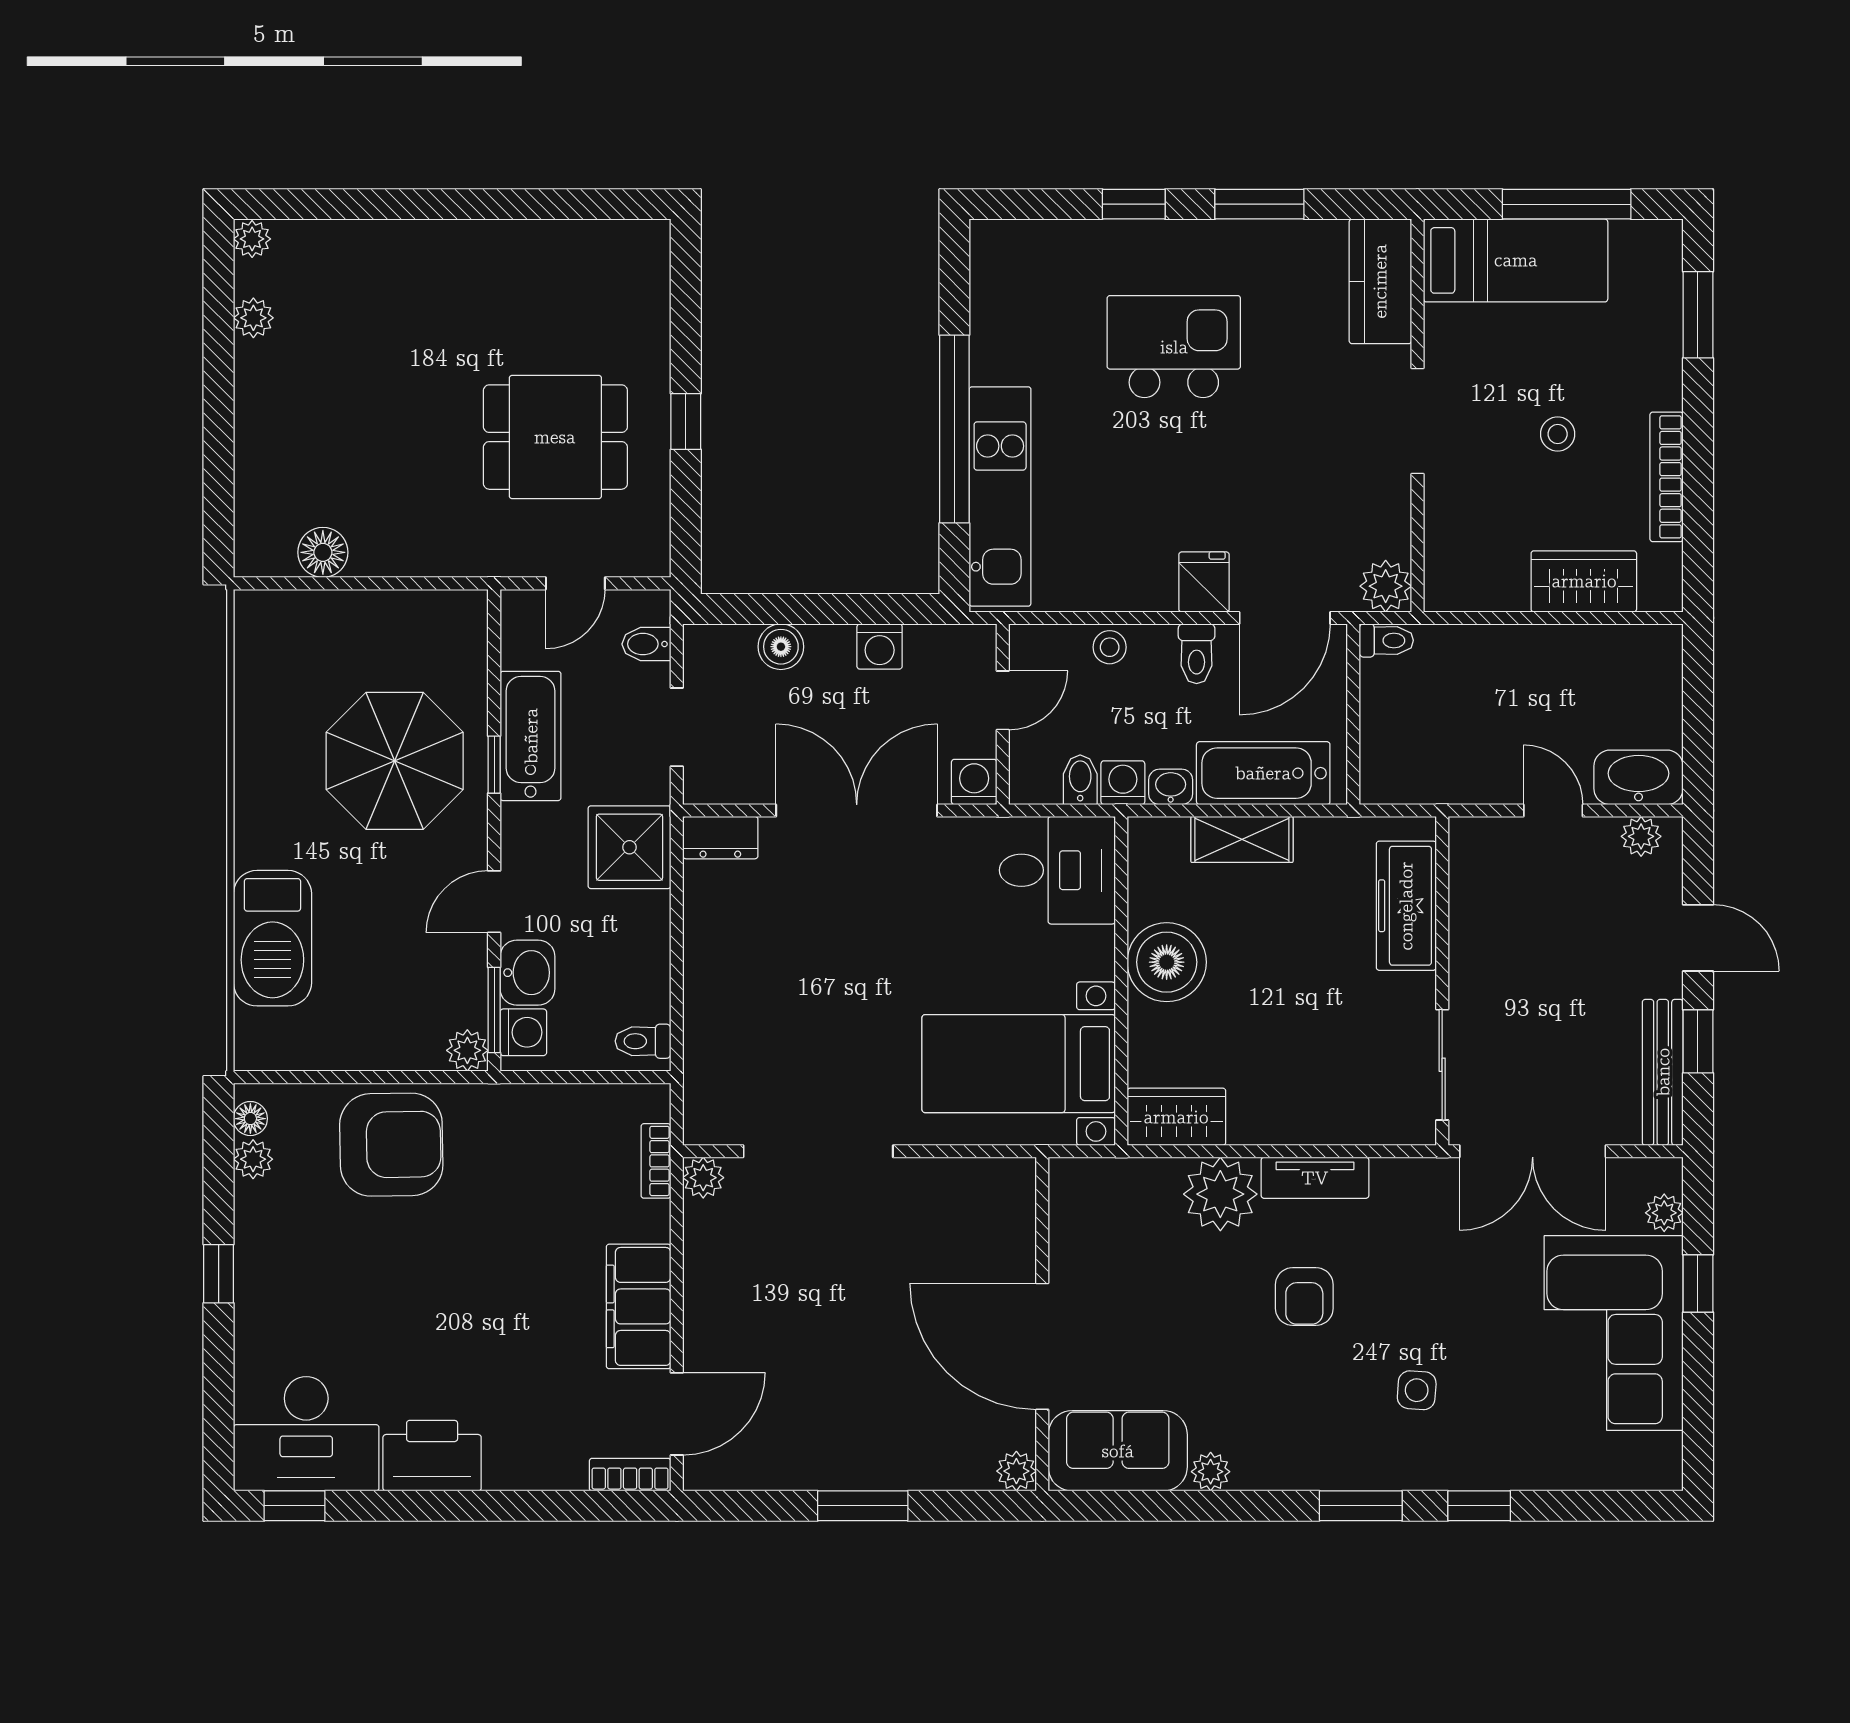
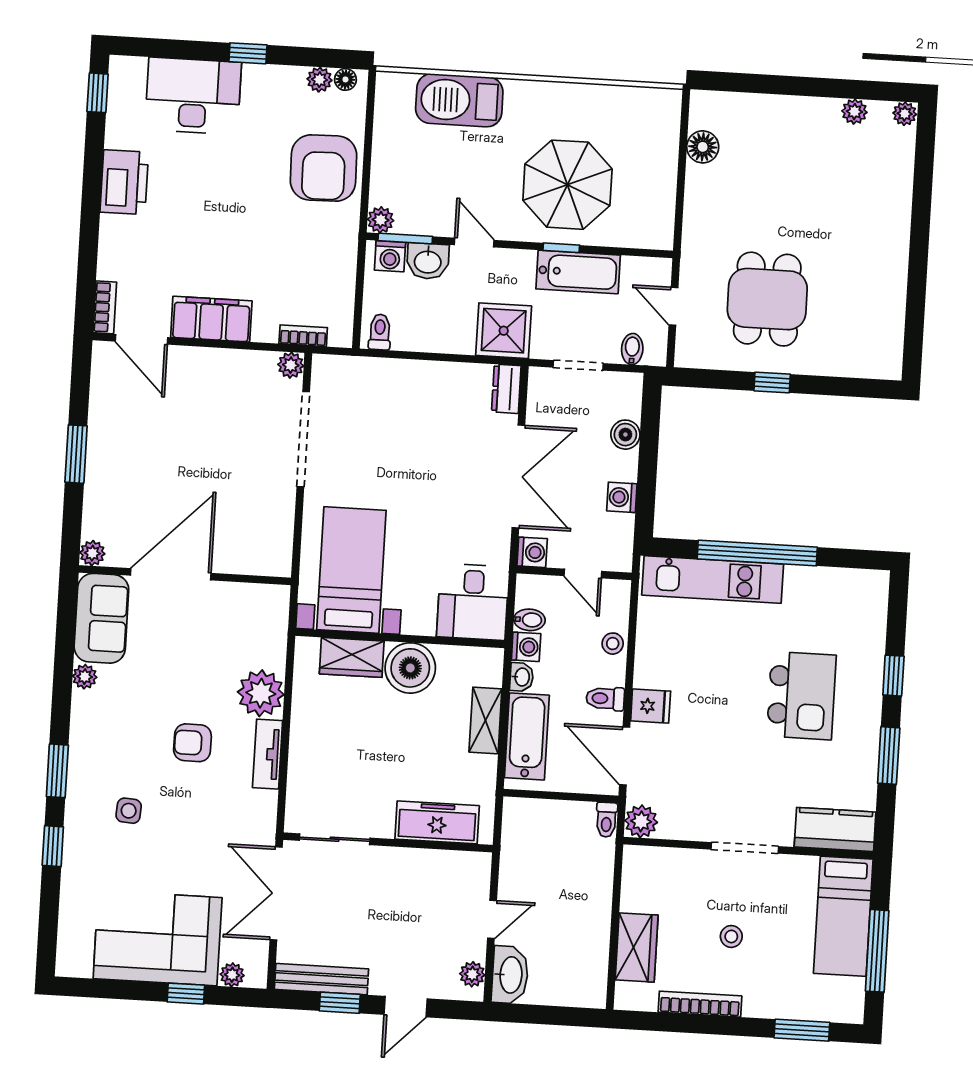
wardrobe: (1176, 1117) -> (352, 657), moved, turned 90
desk: (306, 1434) -> (193, 96), moved, turned 90

